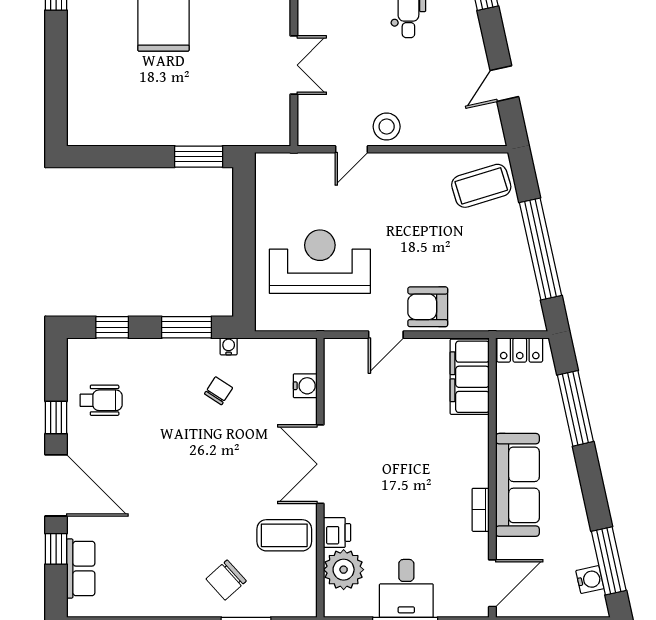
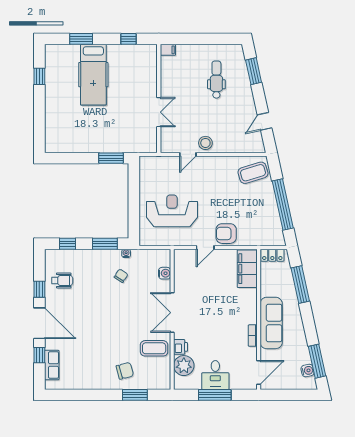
chair: (226, 580) -> (125, 371), turned -153

